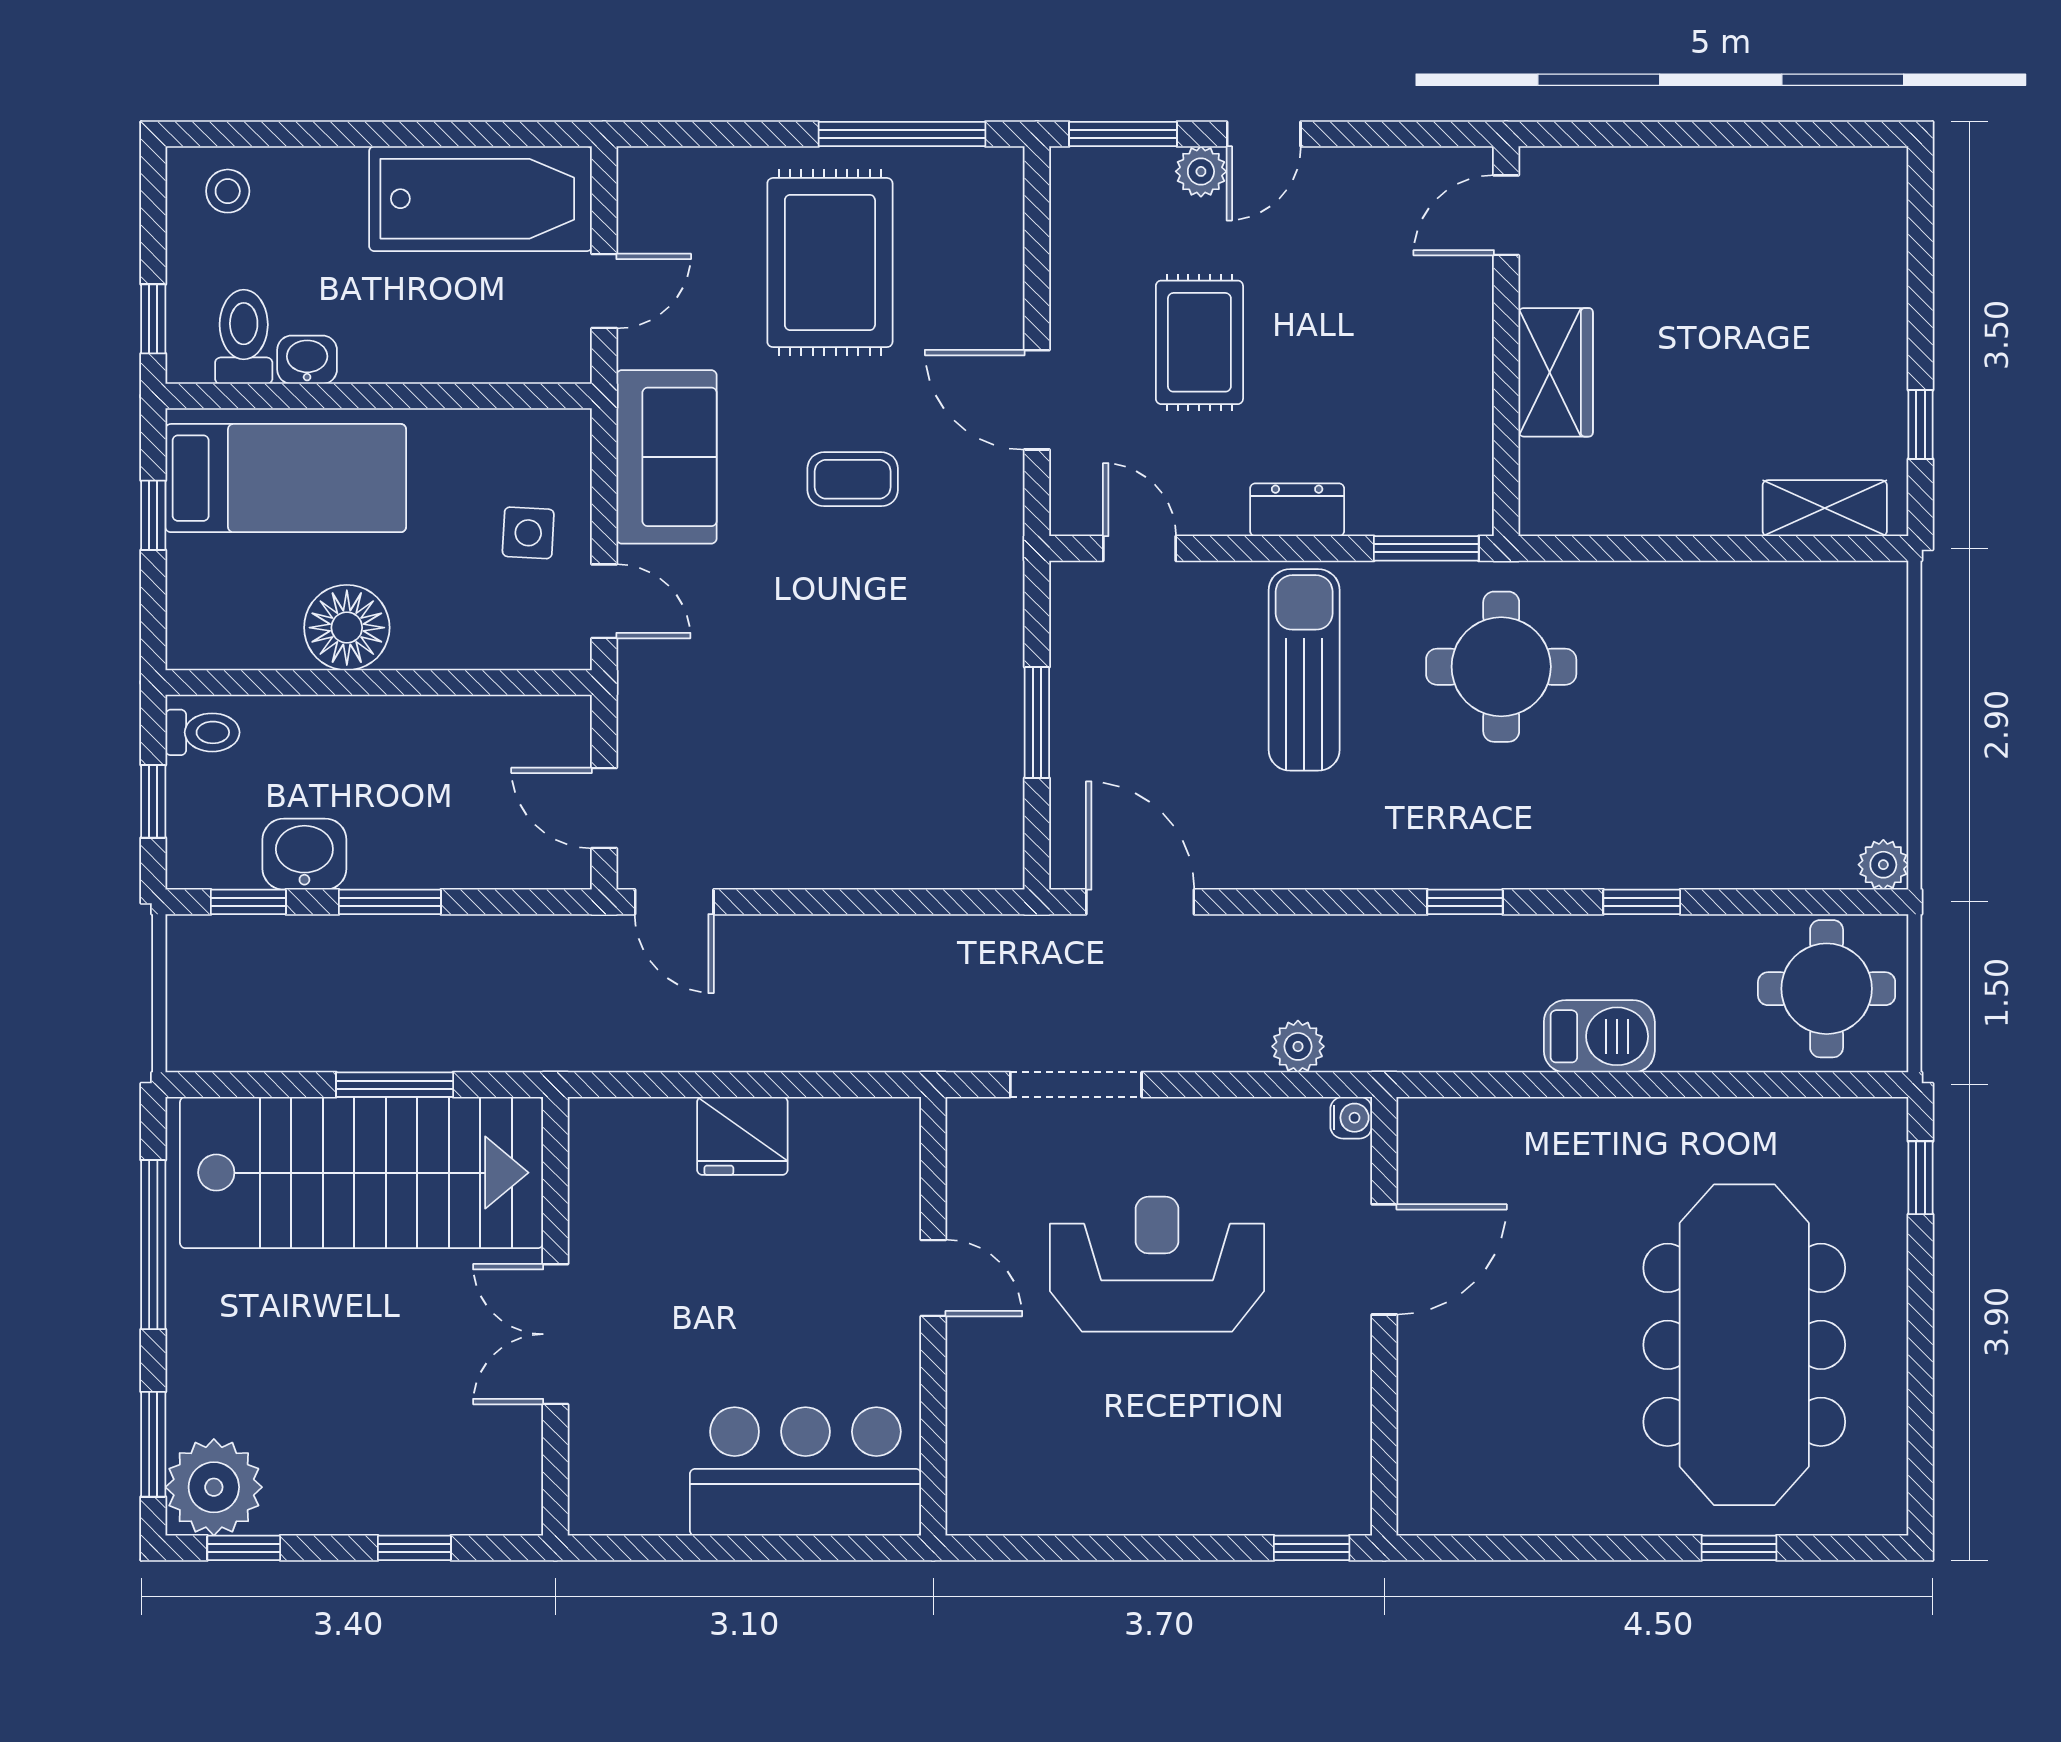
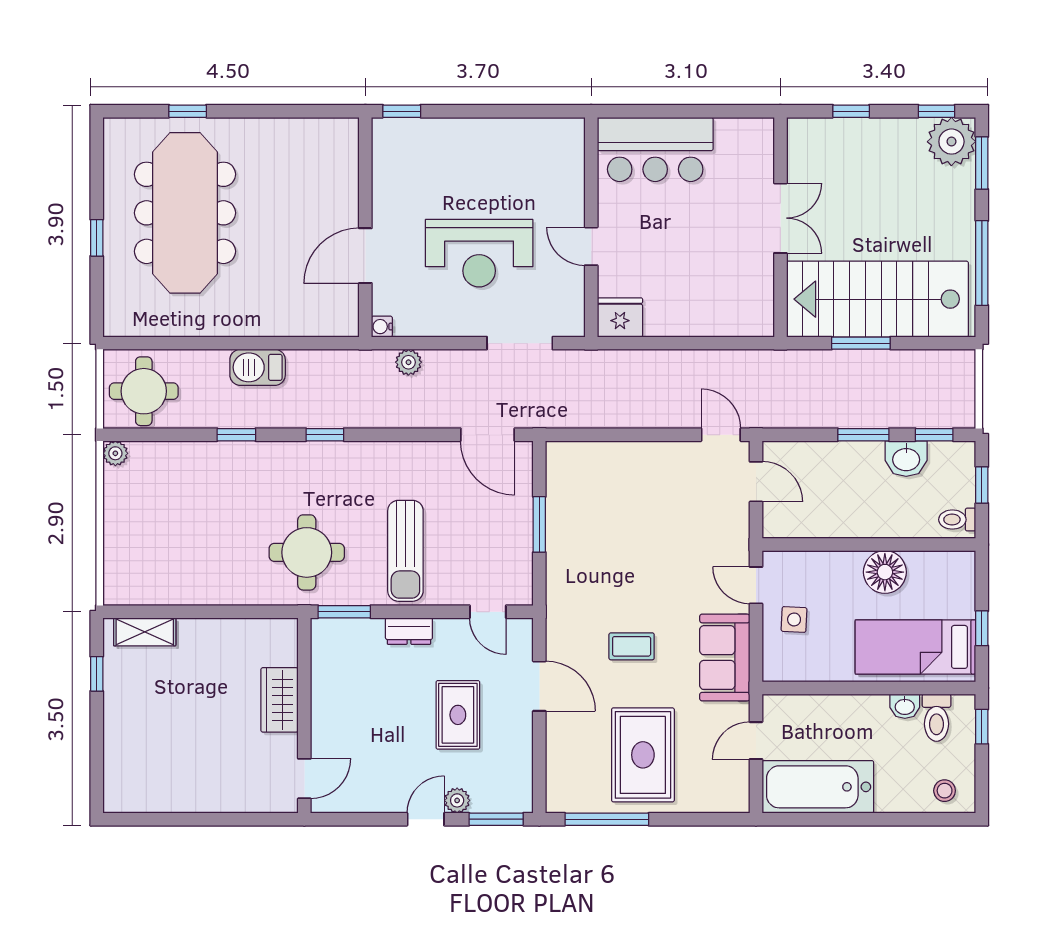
fridge: (742, 1136) -> (620, 317), moved
window: (1920, 1178) -> (97, 238), moved

